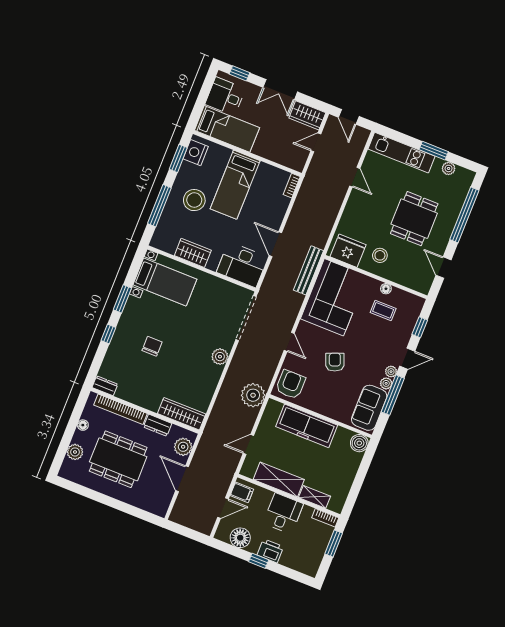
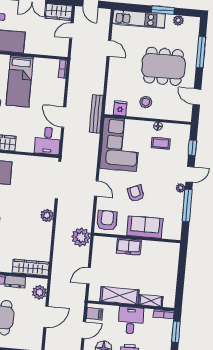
window: (464, 215) -> (201, 52), width x0.68
dining table: (414, 219) -> (163, 66), width x1.38
fridge: (348, 251) -> (120, 108), width x0.53, depth x0.75
desk: (242, 265) -> (48, 141), width x0.73
bench: (308, 270) -> (96, 114), moved
plant: (386, 383) -> (180, 198), removed
sofa: (369, 408) -> (145, 227), moved, turned 90
freezer: (307, 426) -> (129, 246), width x0.52, depth x0.79
boiler: (359, 443) -> (173, 250), removed
door: (182, 479) -> (46, 317), swing flipped

